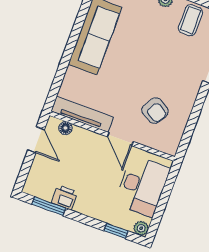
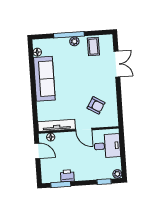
desk: (142, 186) -> (107, 146), width x0.73

